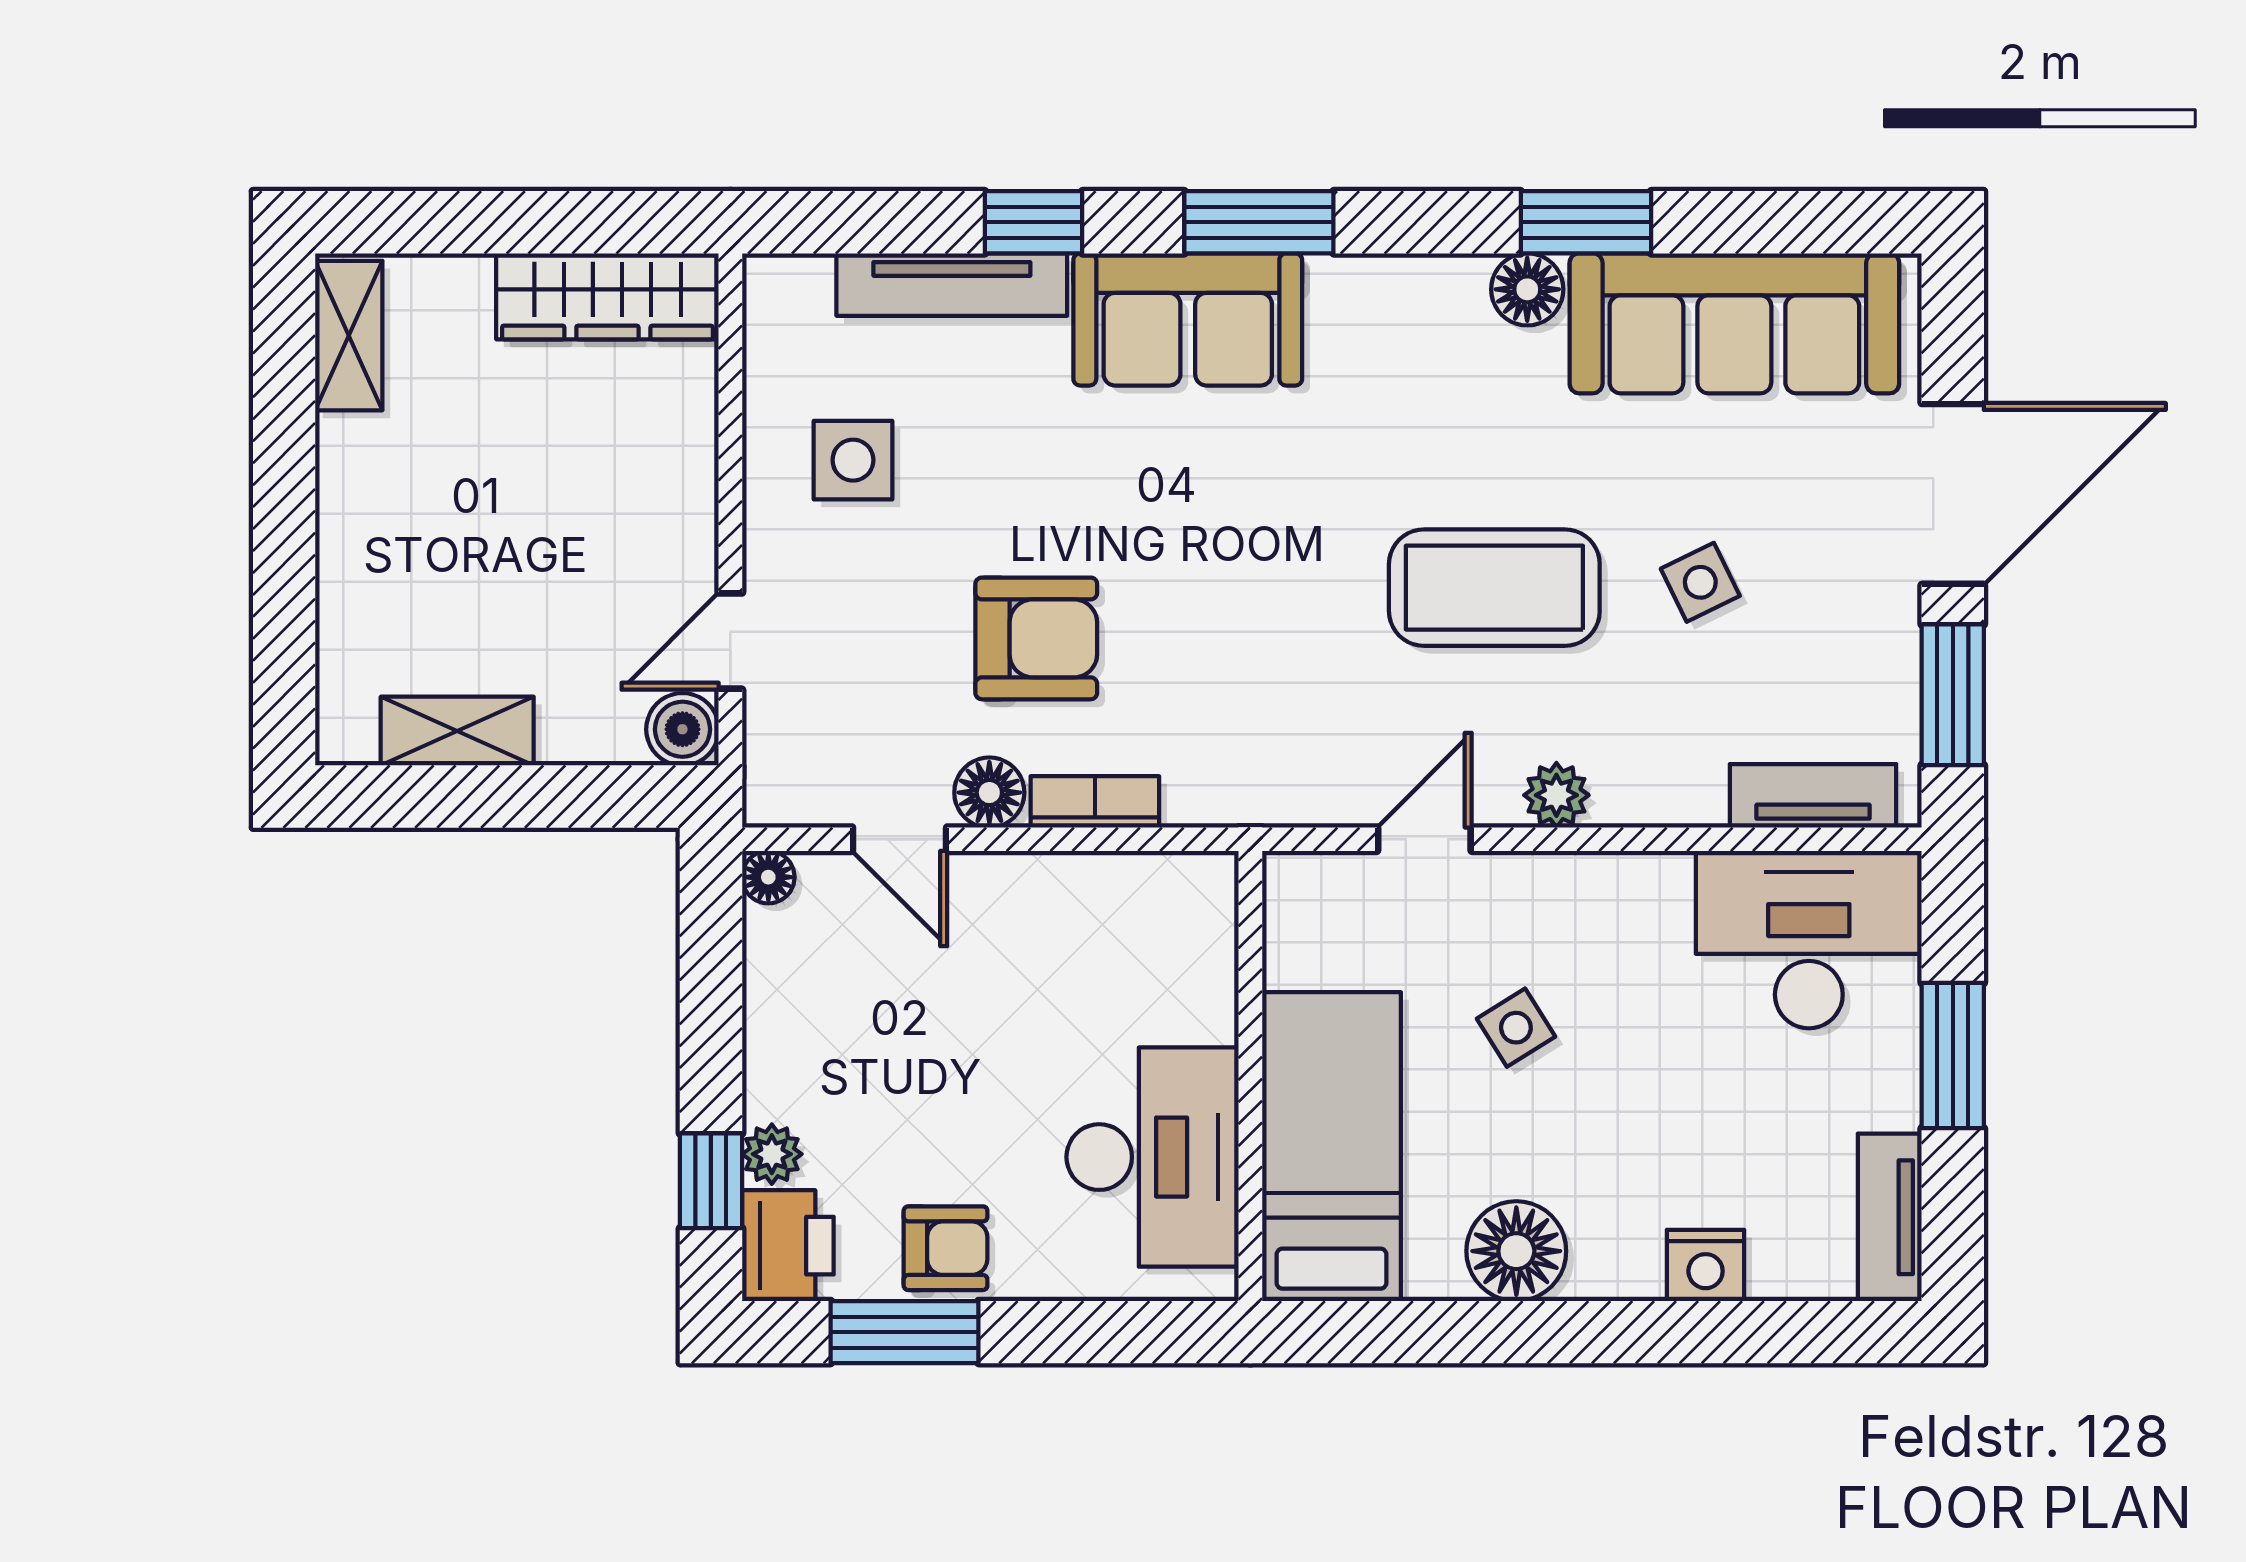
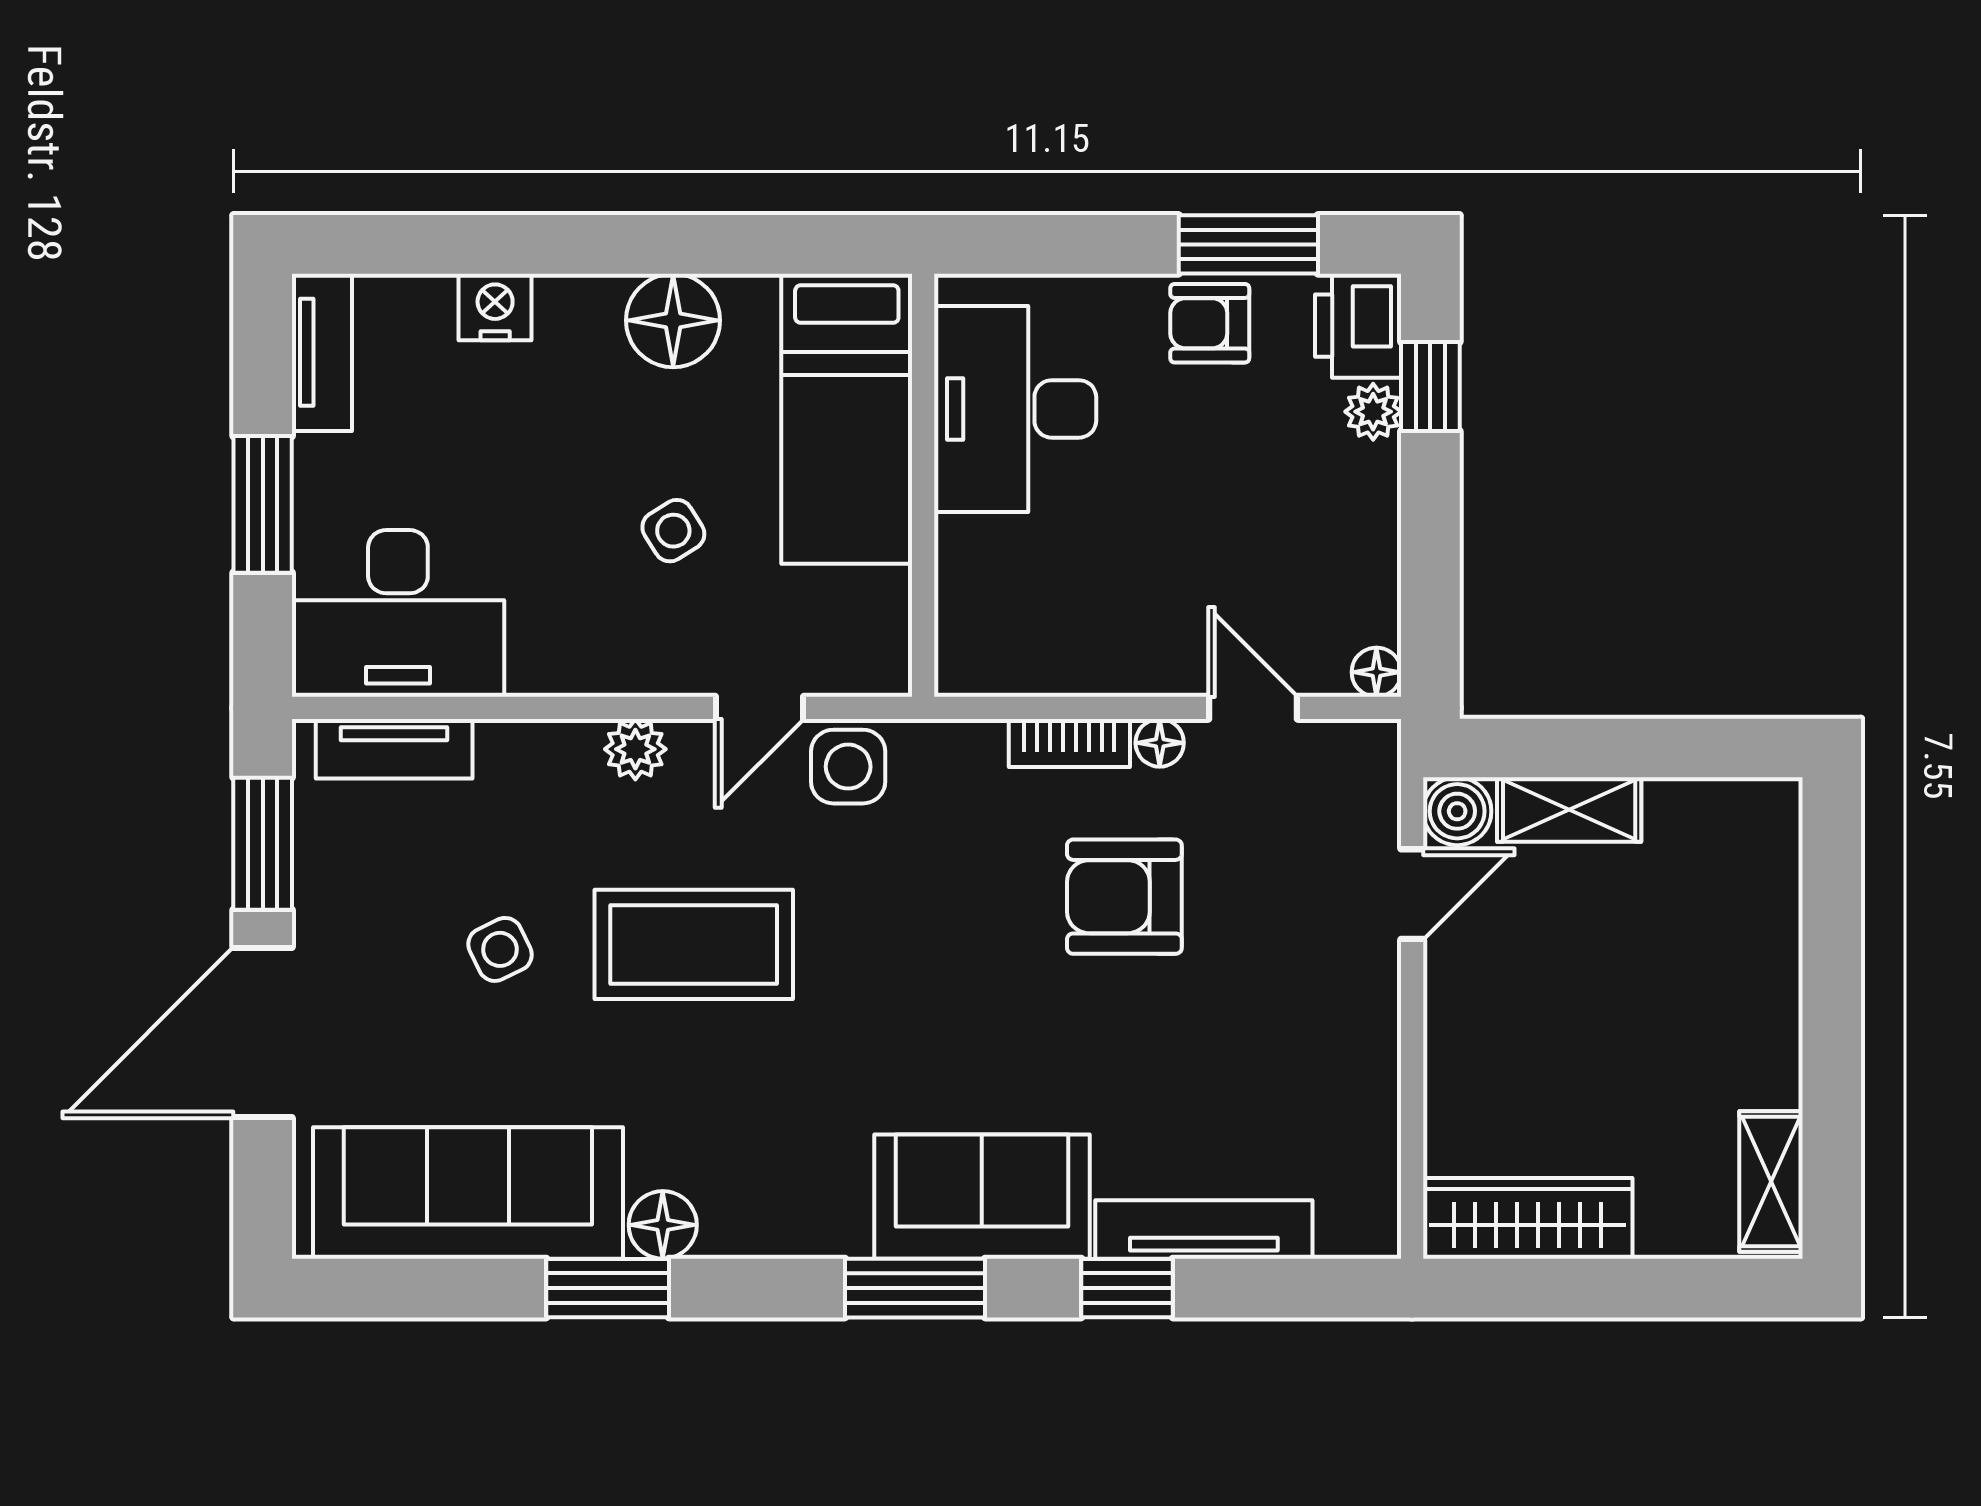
side table: (853, 460) -> (848, 767), moved
shelving: (457, 731) -> (1569, 810), moved
floor lamp: (989, 793) -> (1160, 743), width x0.73, depth x0.73

